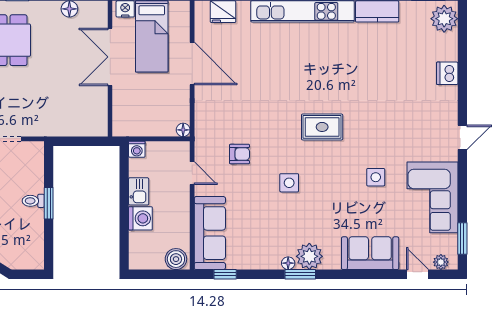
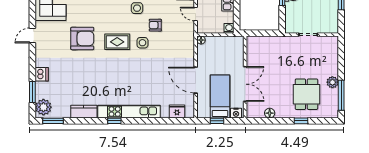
window: (462, 44) -> (32, 92), added
armchair: (380, 132) -> (82, 38), added
armchair: (239, 154) -> (155, 25), moved
side table: (376, 177) -> (142, 43), moved

